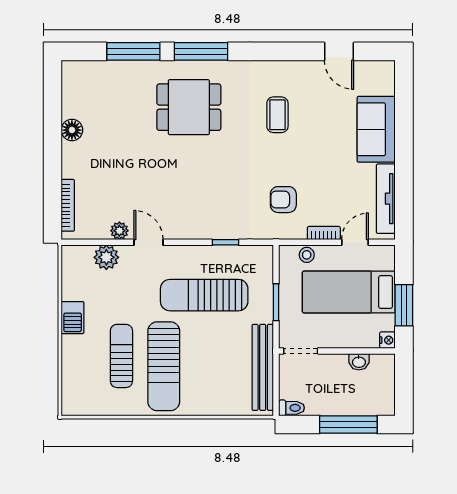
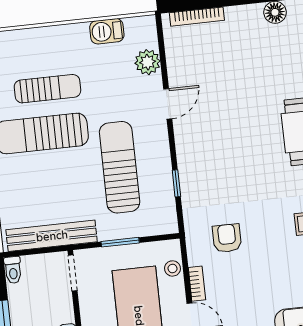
plant: (119, 231) -> (176, 73), removed
barbecue: (73, 318) -> (107, 31), moved

